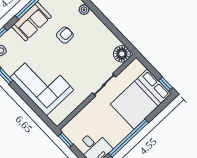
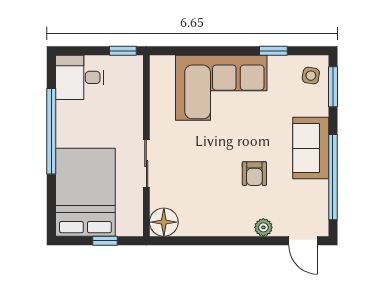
window: (165, 84) -> (105, 241), moved

